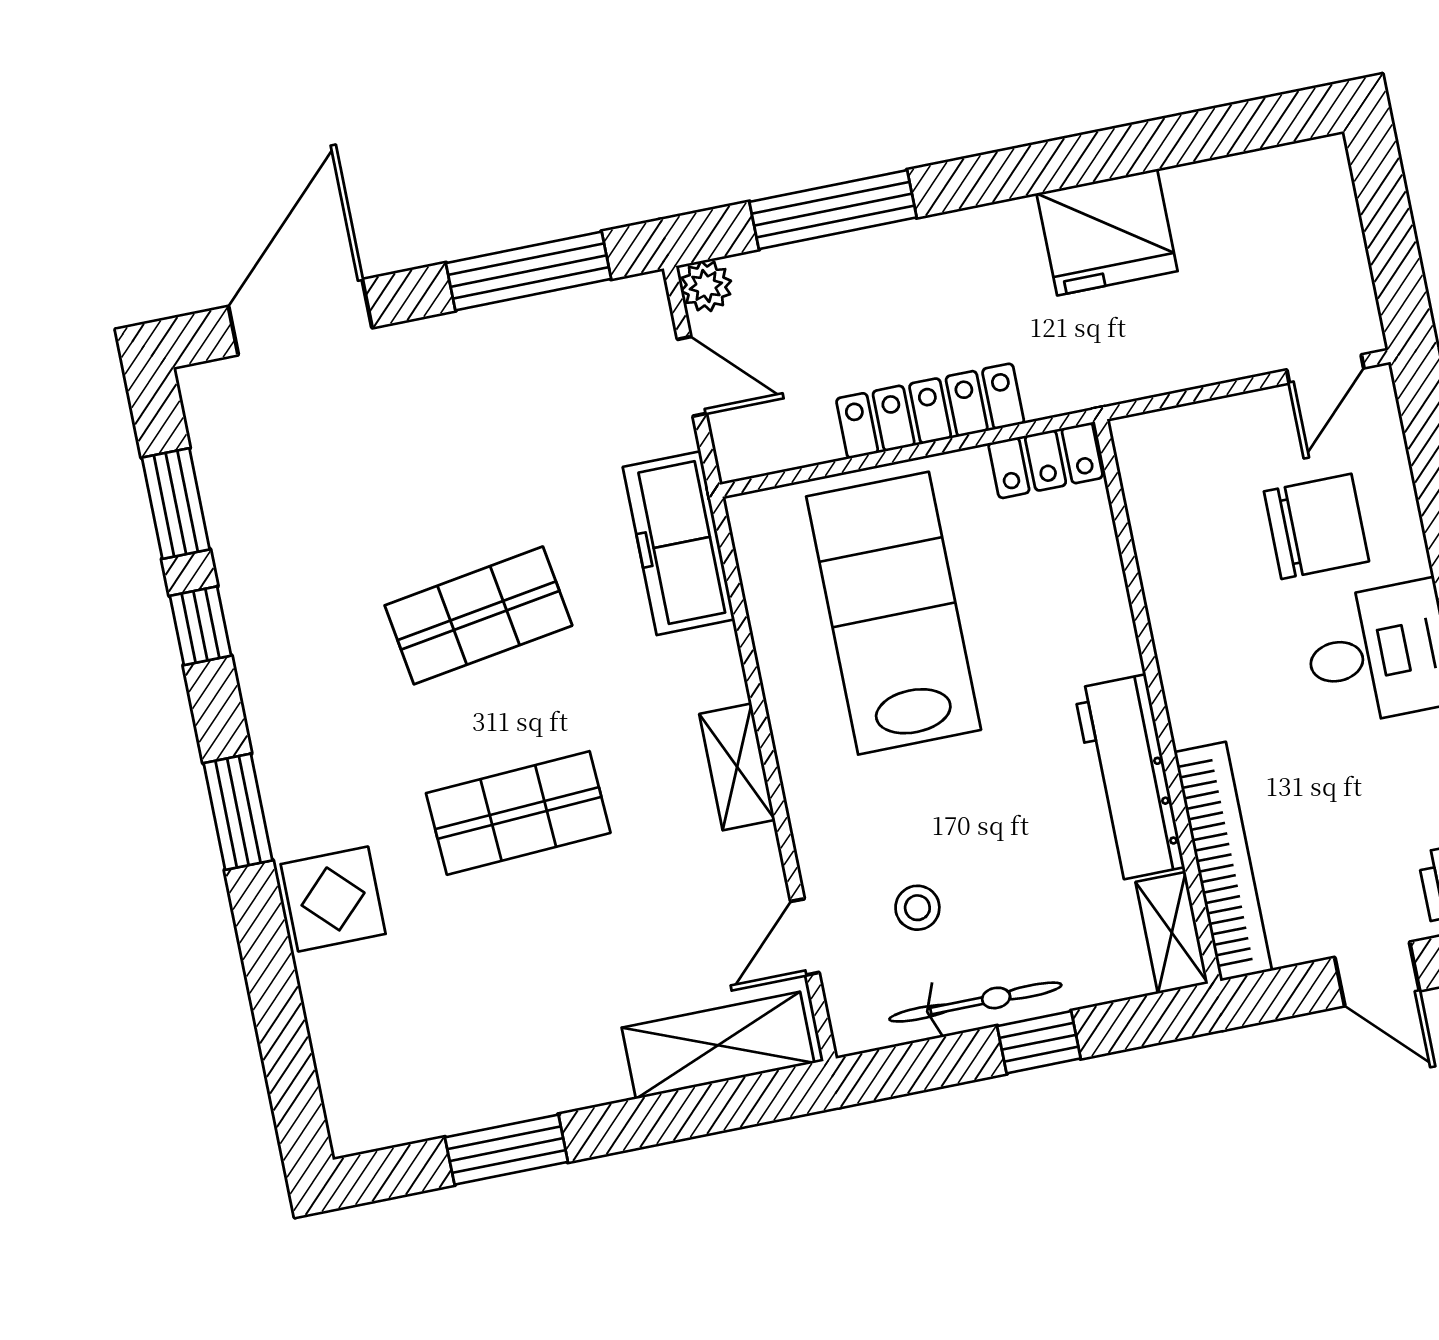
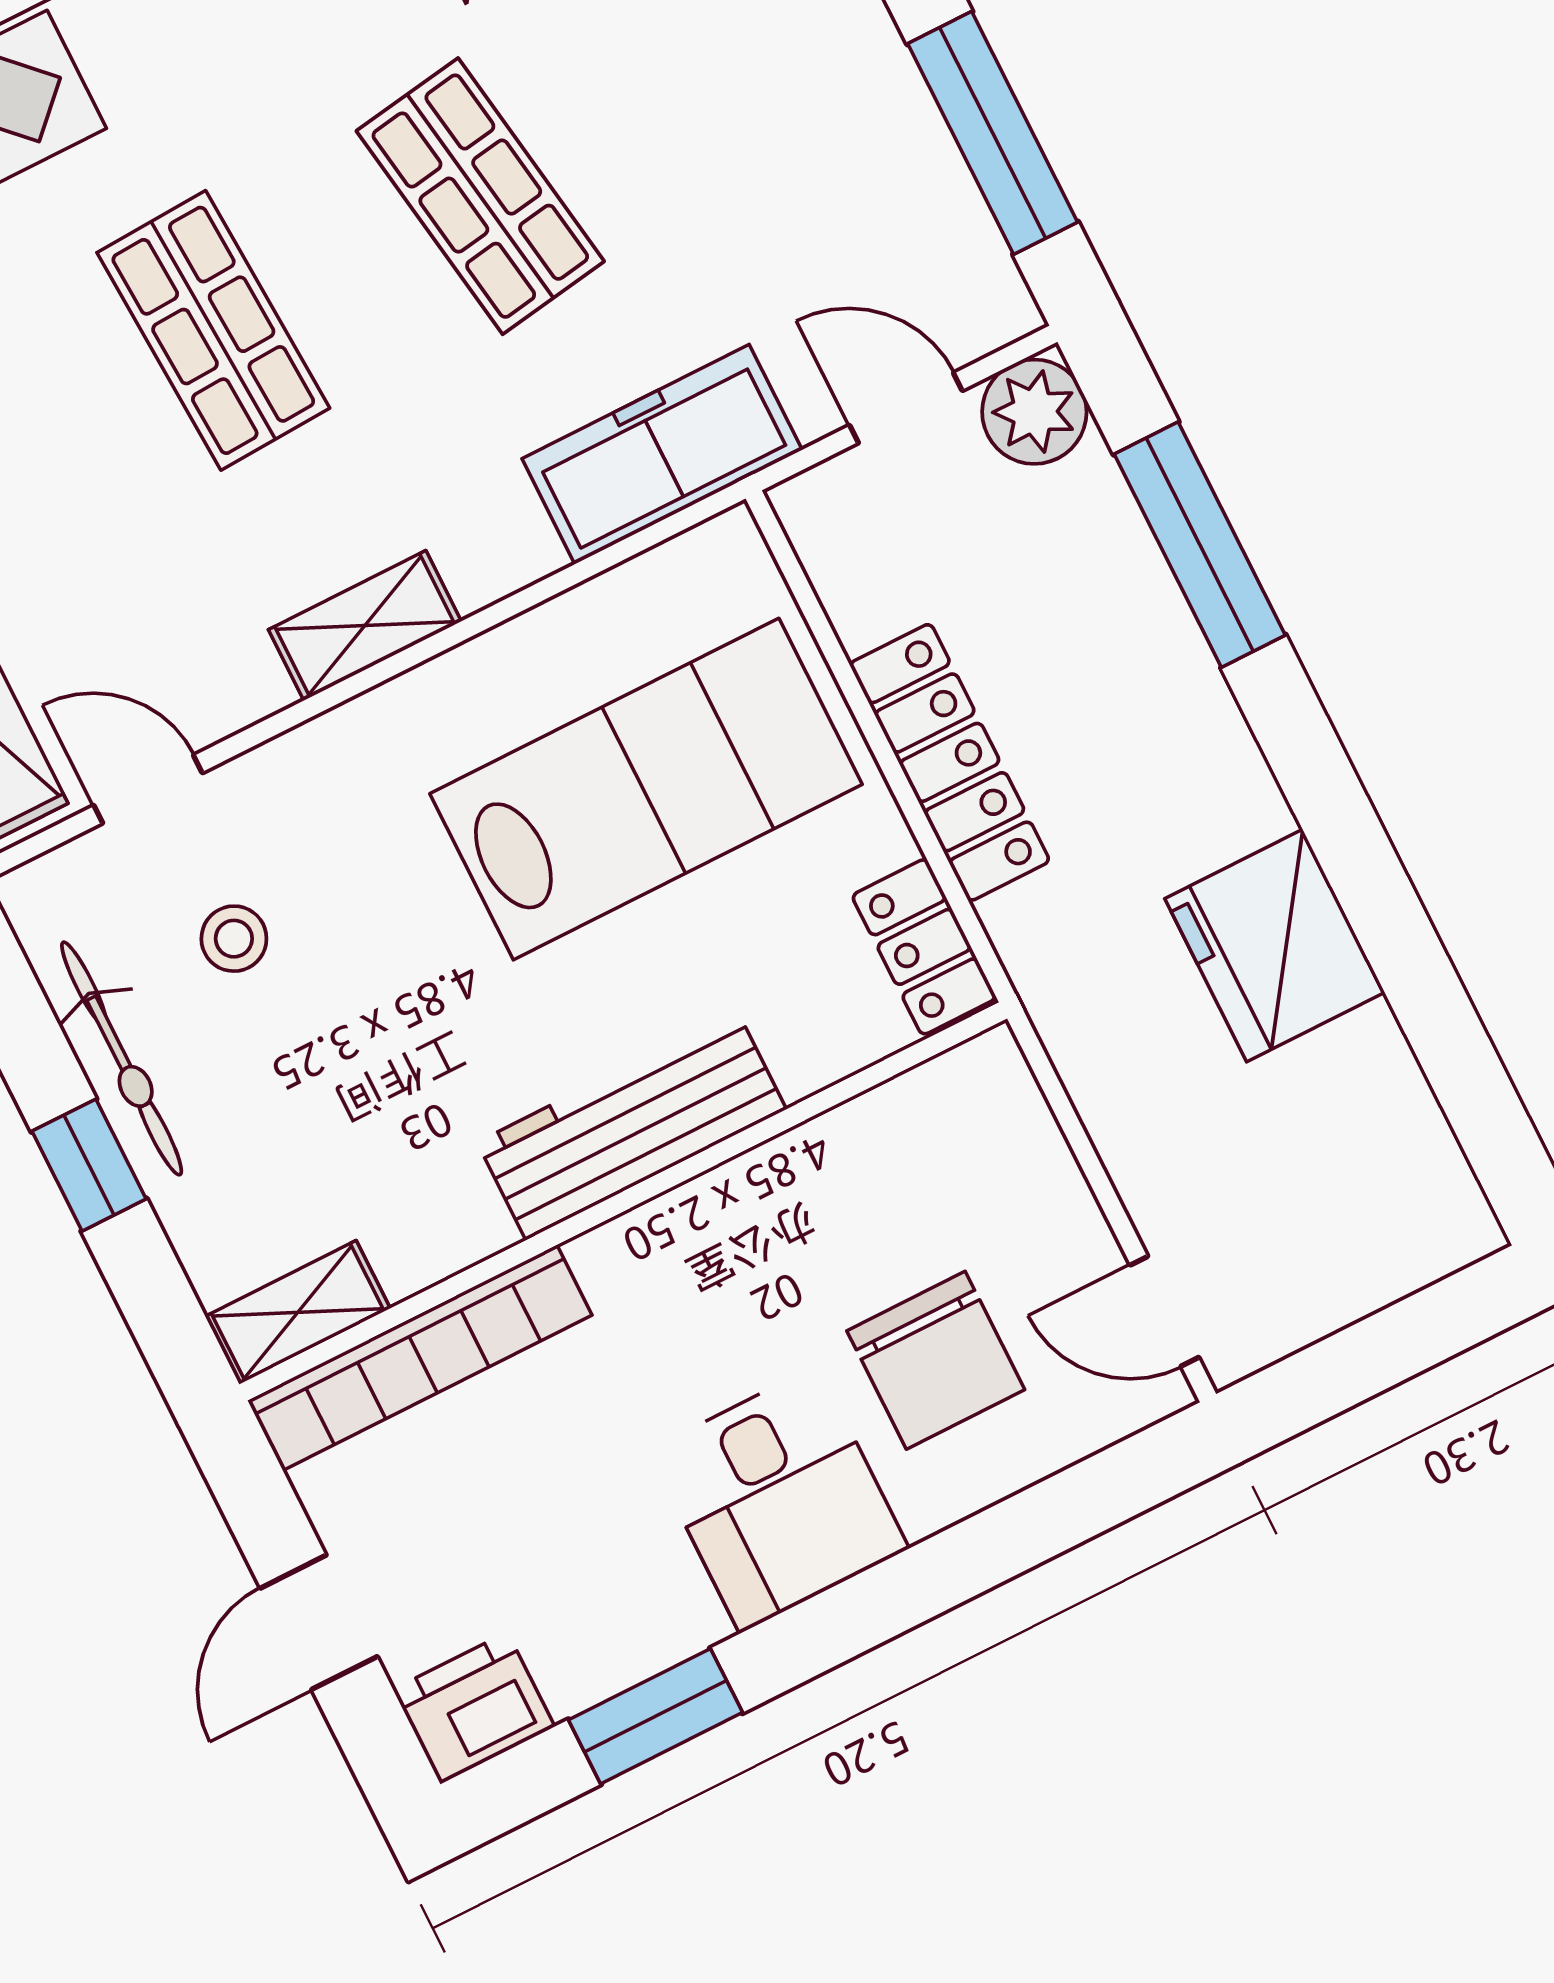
plant: (706, 286) -> (1034, 412), width x1.38, depth x1.38
door: (692, 376) -> (906, 408), swing flipped
workbench: (1129, 778) -> (632, 1126), moved

